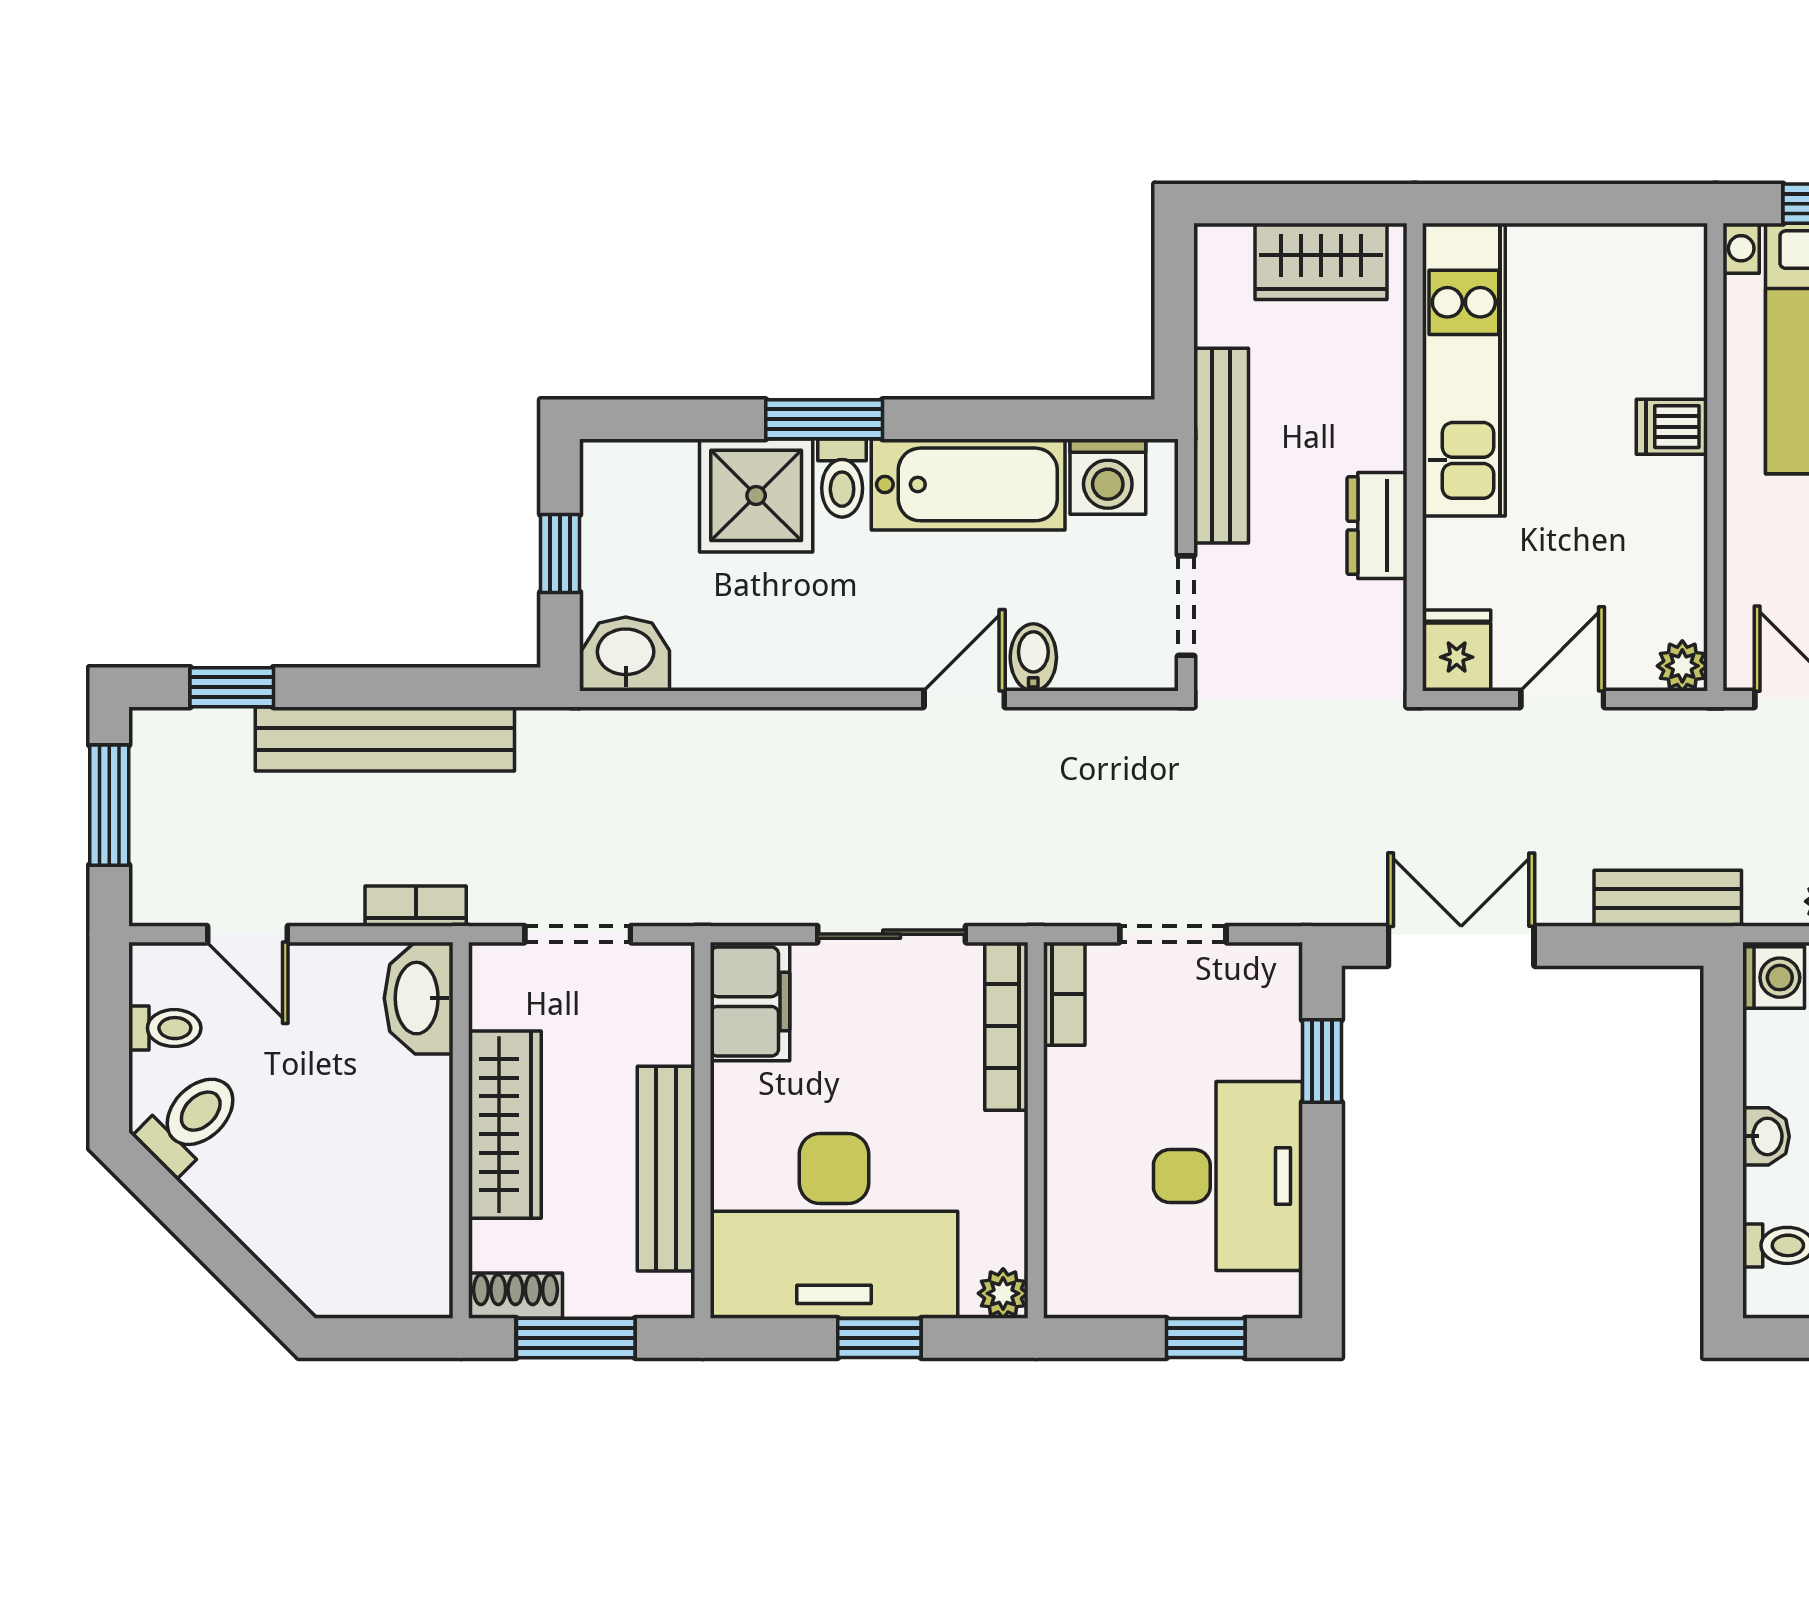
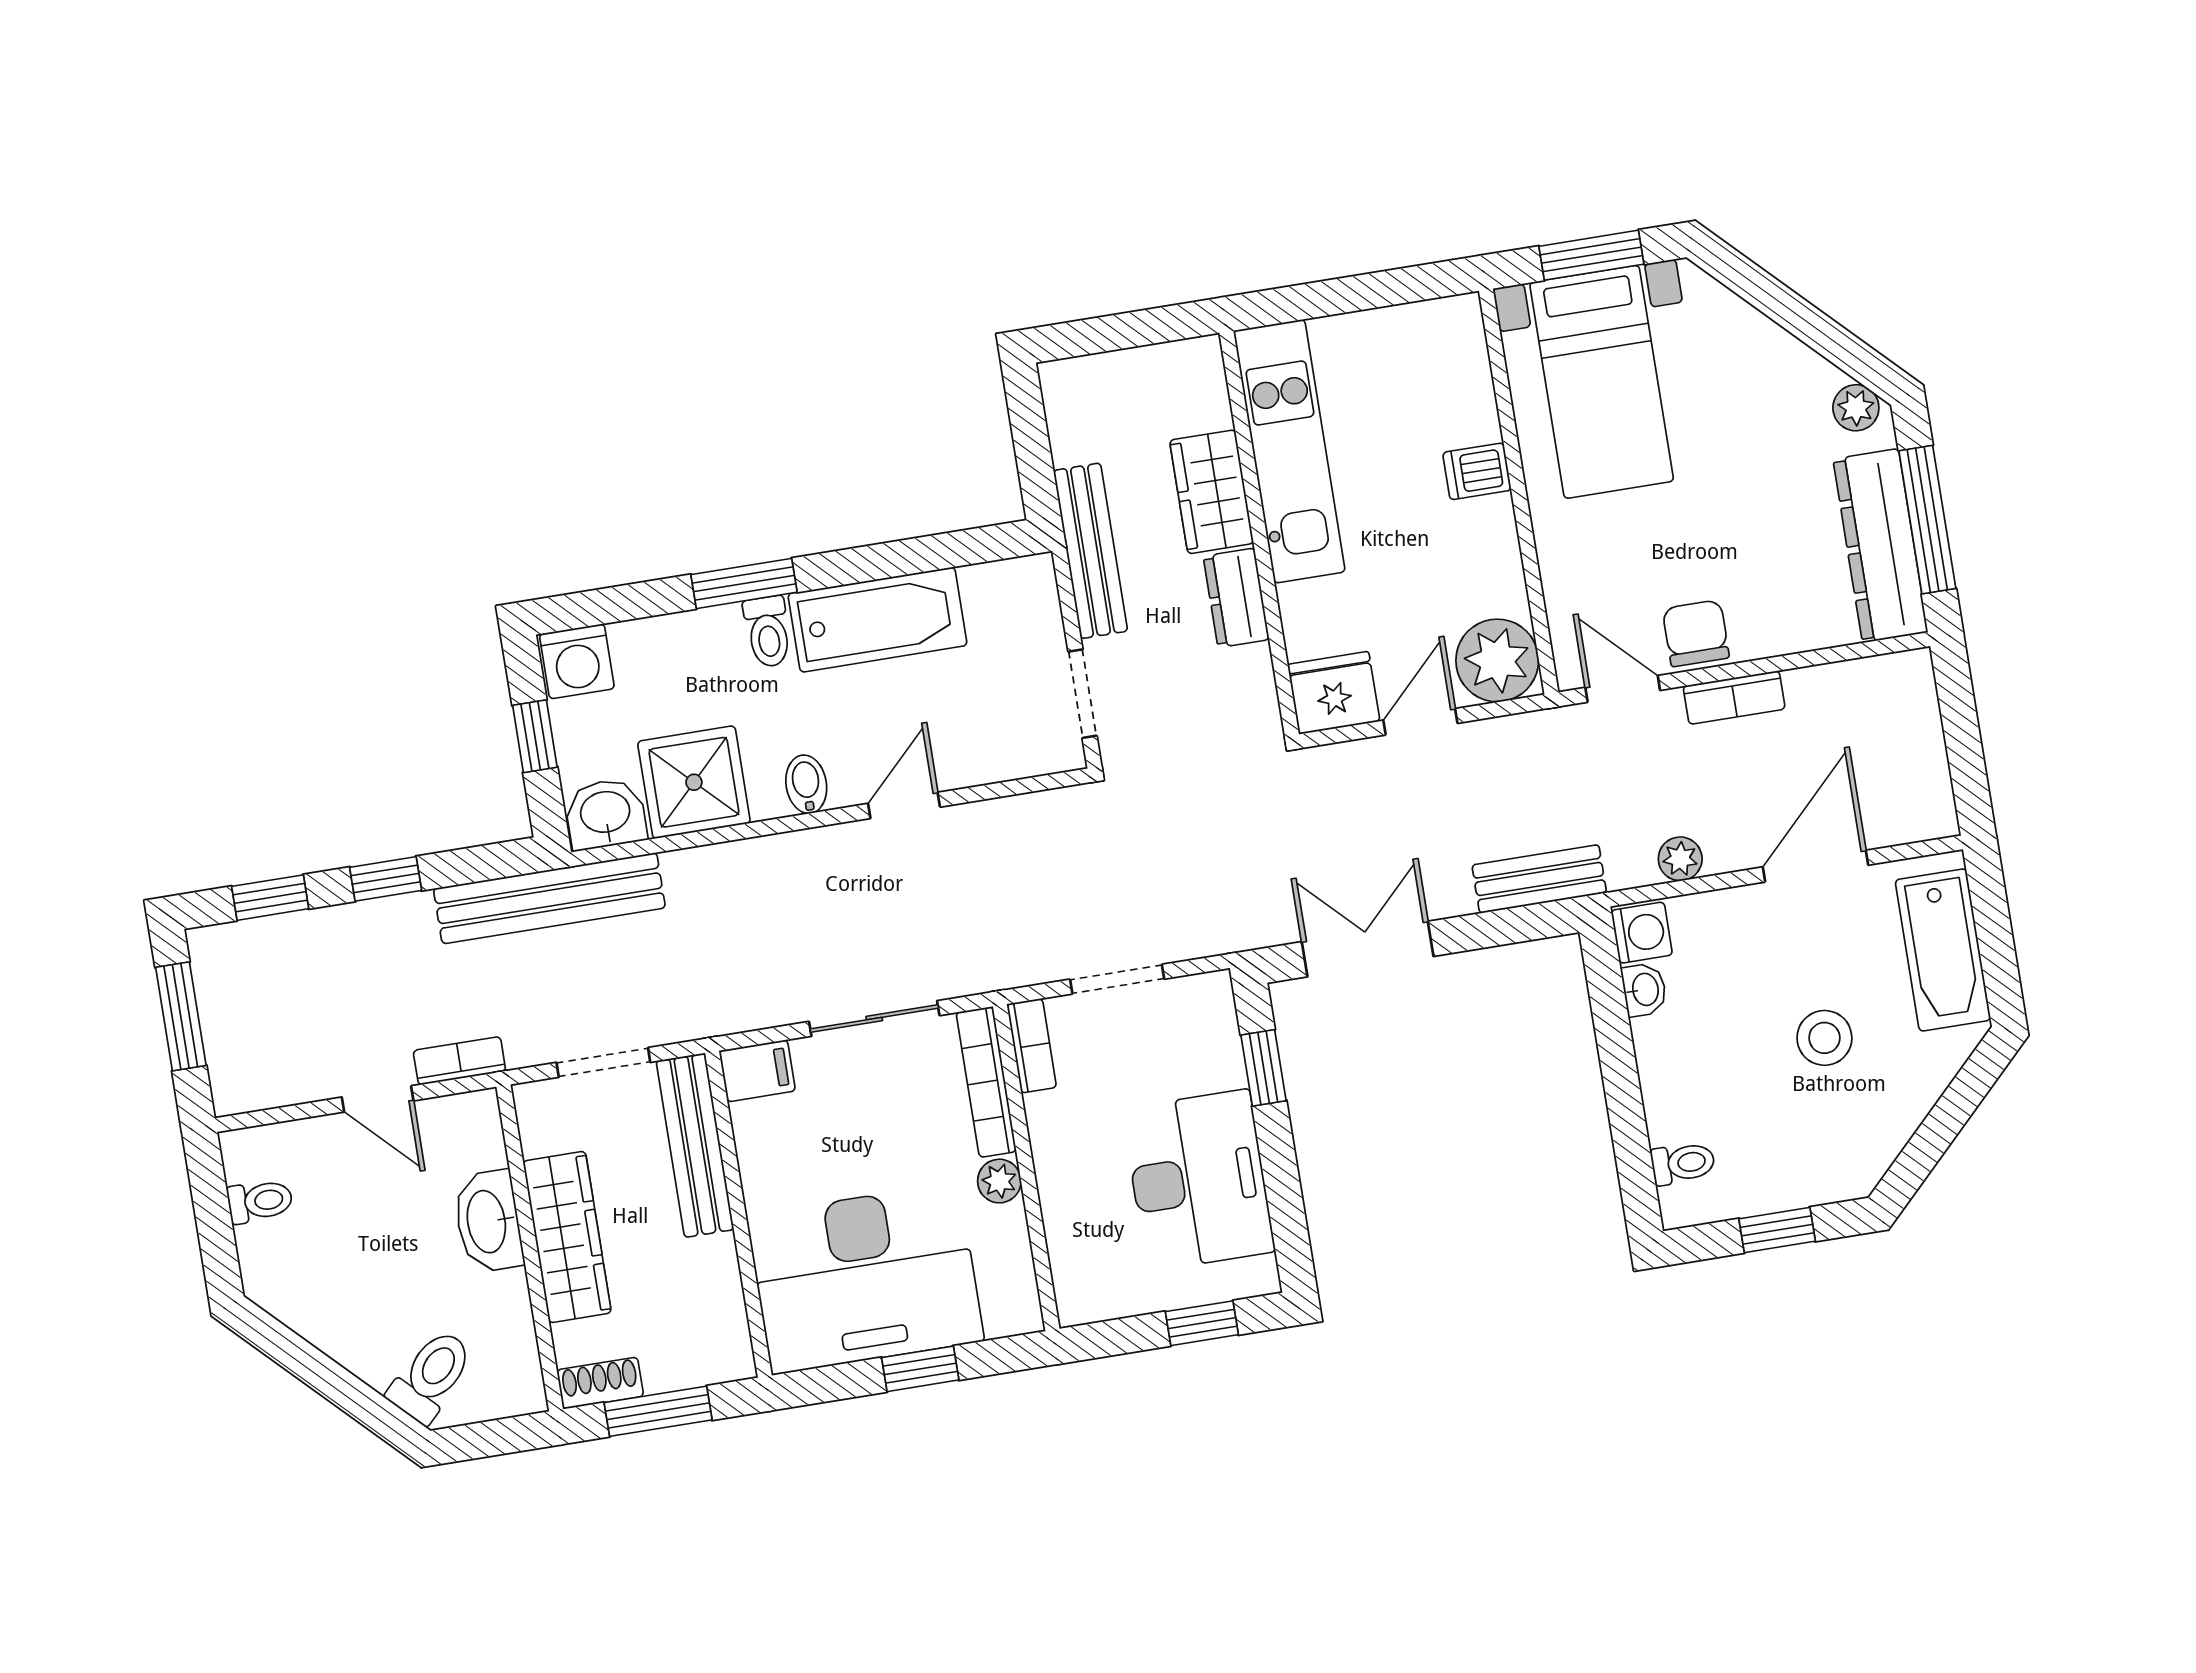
wardrobe: (1321, 261) -> (1212, 492), moved, turned 90
washing machine: (1108, 477) -> (577, 661), moved
shower: (756, 495) -> (694, 782), moved
fridge: (1457, 651) -> (1334, 693), width x1.38
bidet: (1033, 657) -> (806, 784), moved
plant: (1682, 666) -> (1497, 660), width x1.88, depth x1.88
window: (366, 687) -> (386, 879), added
bench: (385, 739) -> (549, 898), moved
door: (248, 934) -> (378, 1099), moved
washbasin: (419, 998) -> (488, 1221), moved
filing cabinet: (750, 1002) -> (757, 1071), width x0.50
toilet: (191, 1121) -> (431, 1376), moved
washbasin: (1766, 1136) -> (1644, 990), moved
bench: (666, 1169) -> (695, 1145), moved
plant: (1003, 1293) -> (999, 1181), moved

